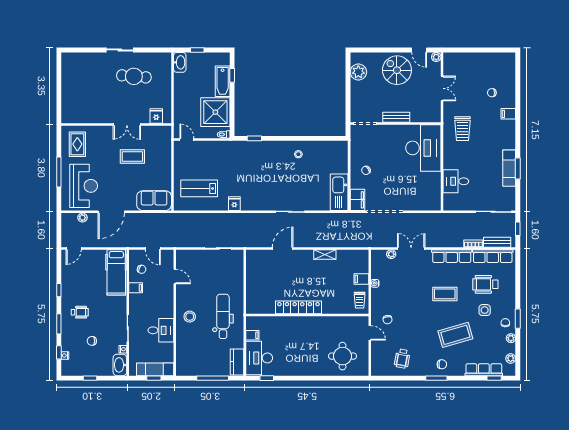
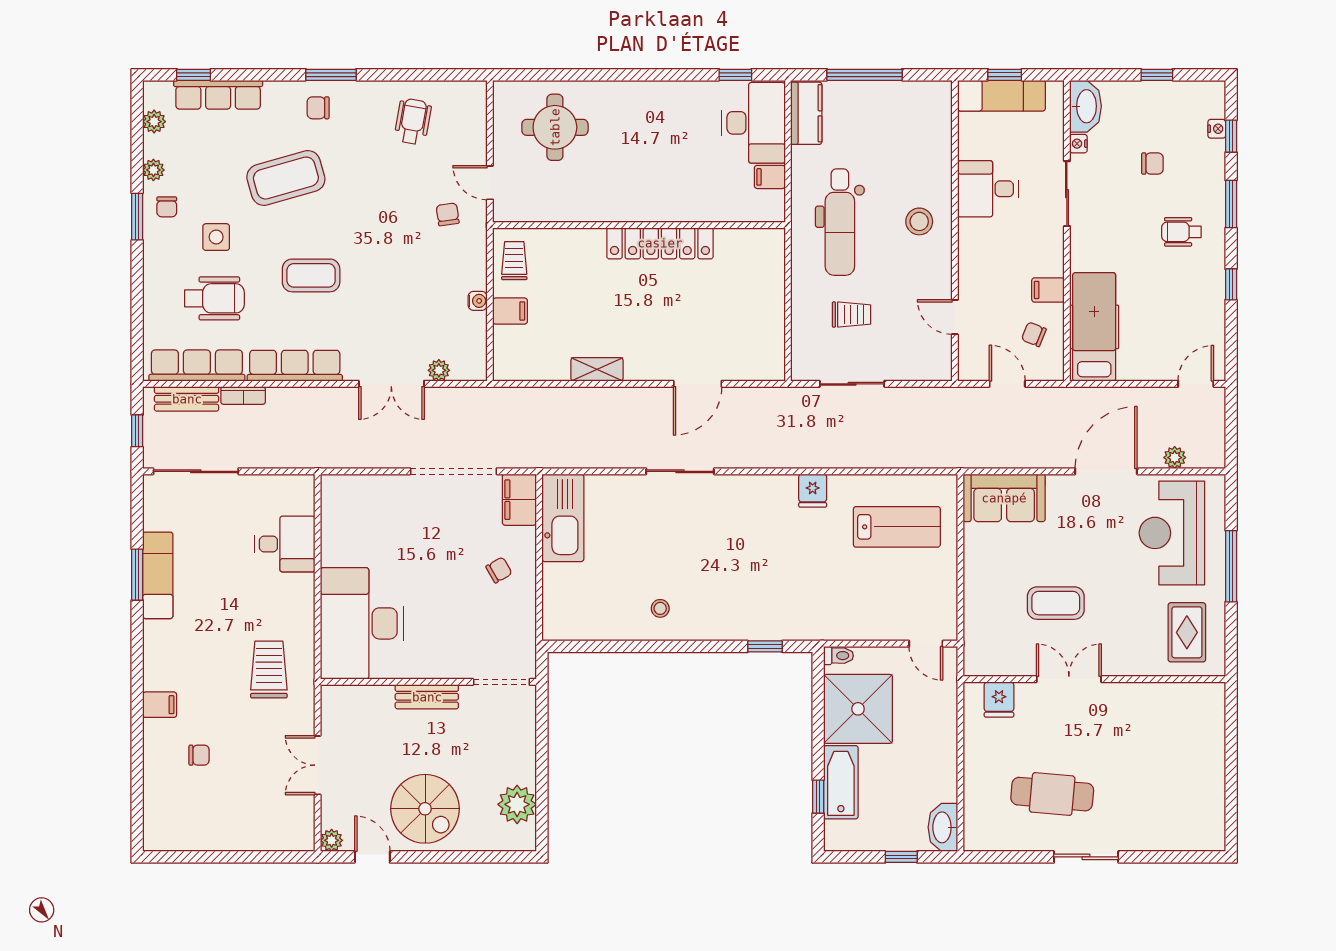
trolley: (218, 278) -> (851, 315), added

